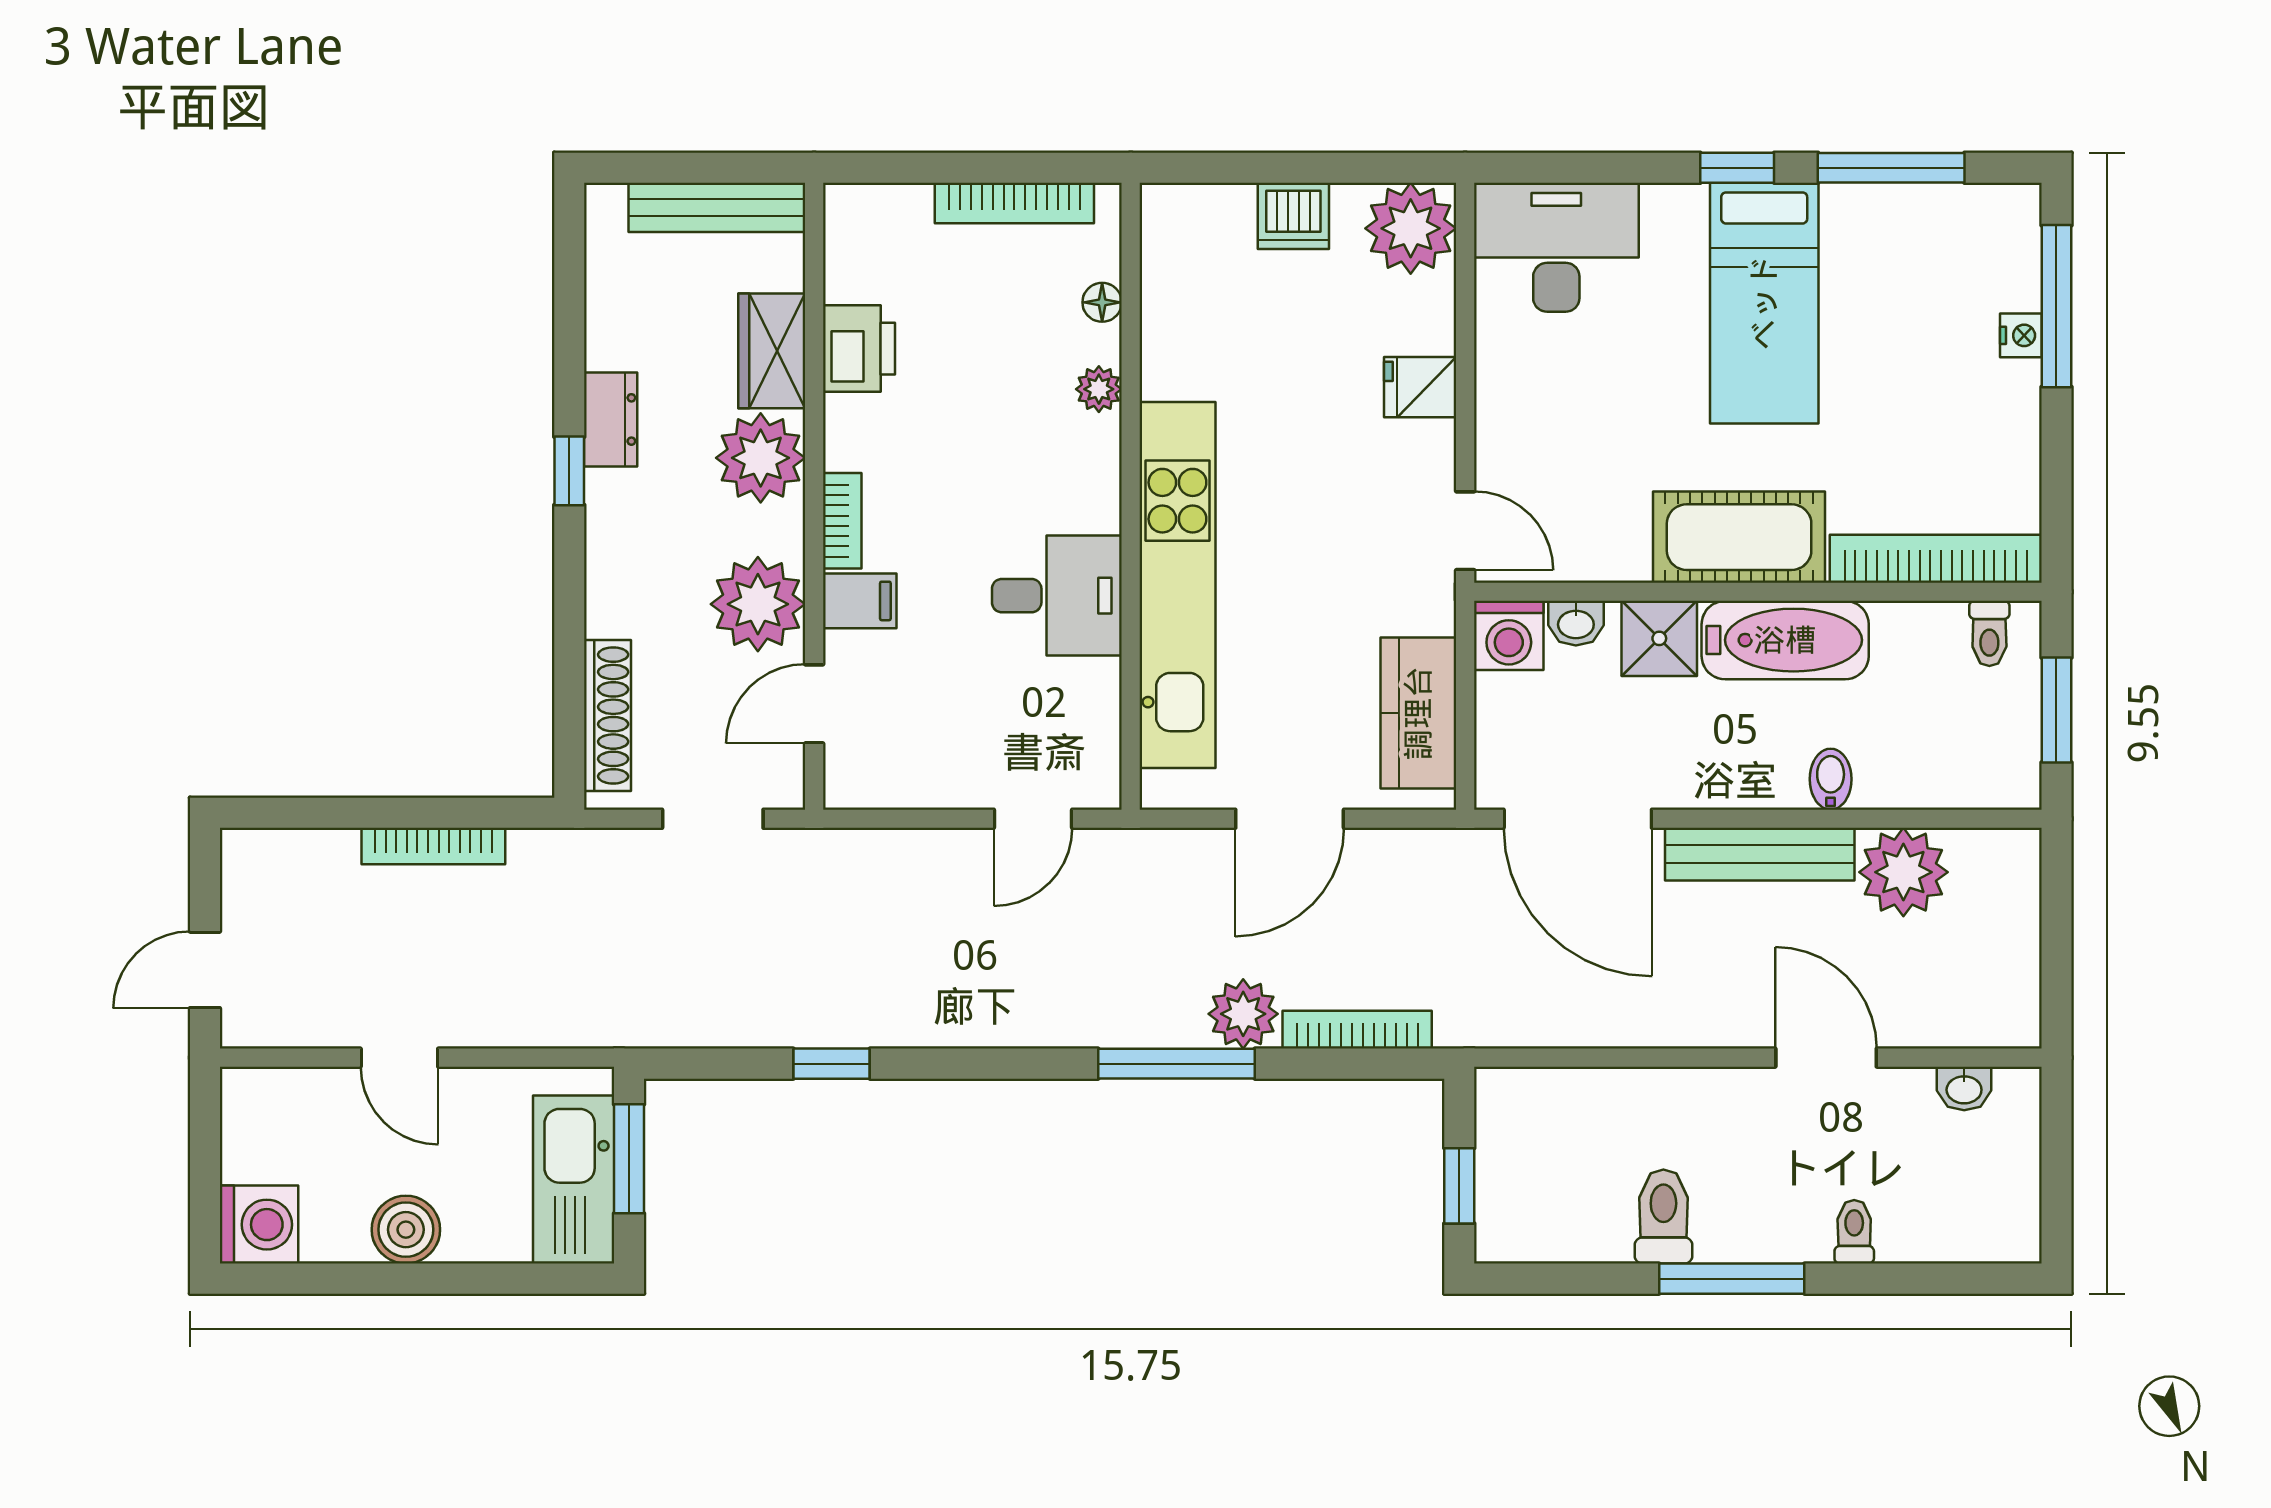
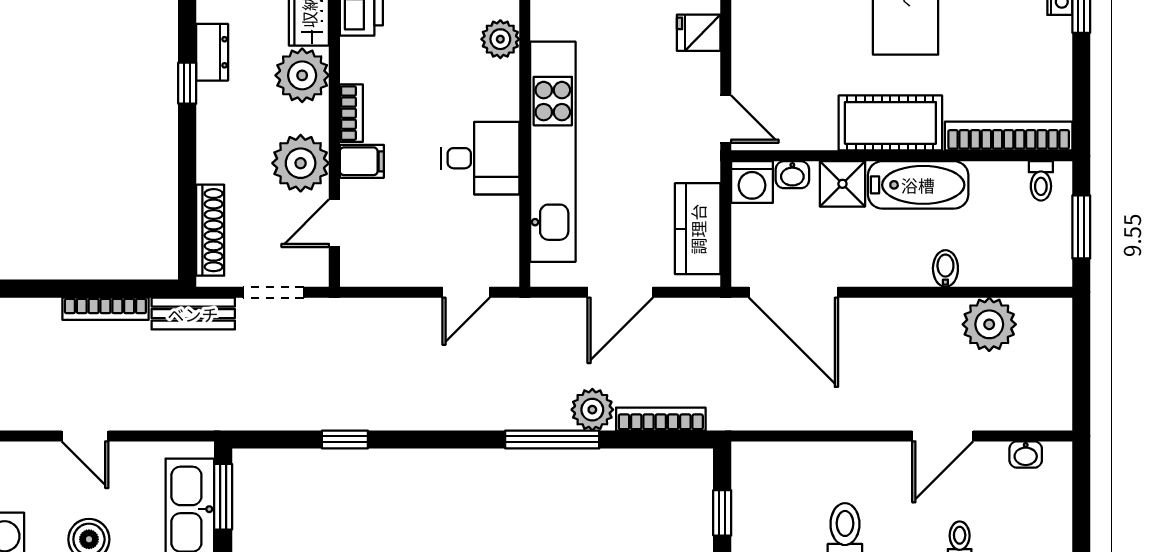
plant: (1099, 389) -> (500, 39), width x1.38, depth x1.38
bench: (1760, 854) -> (193, 314), moved, width x0.73
door: (1826, 1058) -> (943, 436), swing flipped

